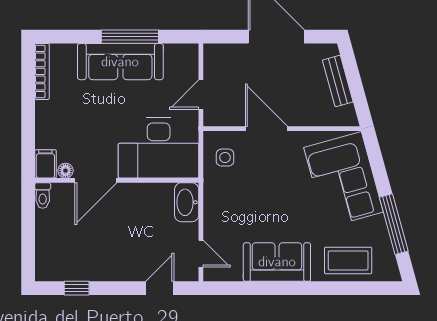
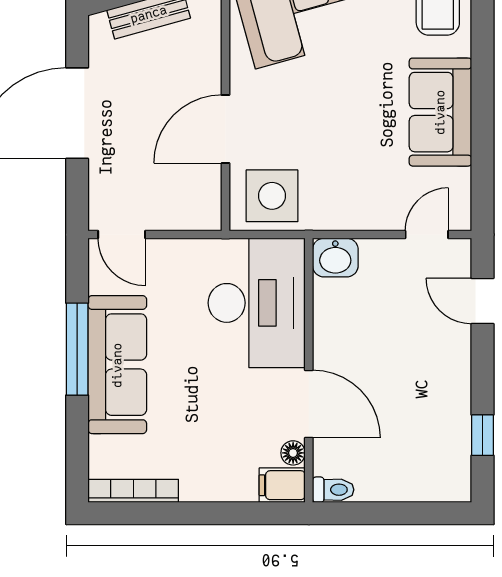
door: (201, 95) -> (122, 235), moved
side table: (225, 158) -> (272, 196), width x1.87, depth x1.87
washbasin: (187, 202) -> (335, 258), width x0.72

